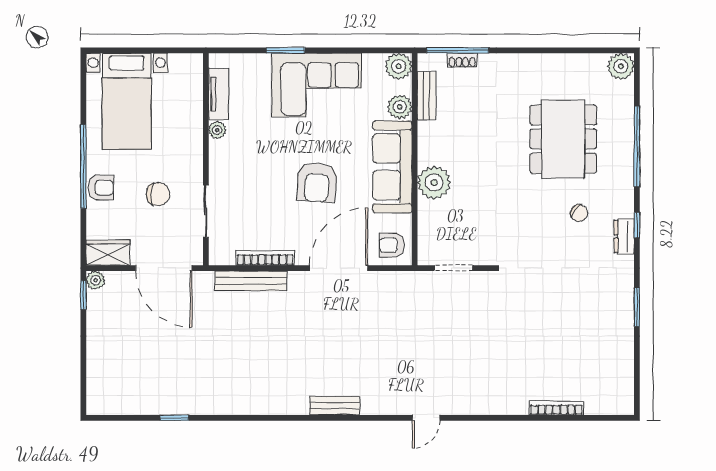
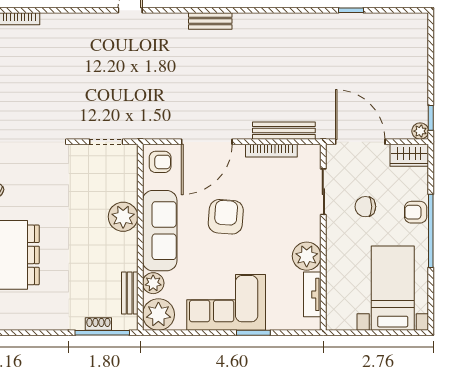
plant: (399, 66) -> (158, 315), width x1.36, depth x1.36
plant: (217, 130) -> (307, 256), width x1.88, depth x1.88

